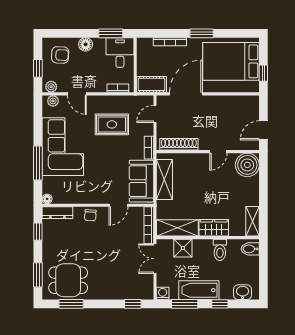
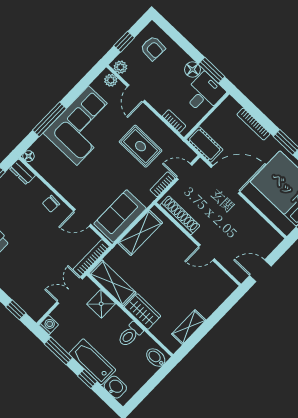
floor lamp: (86, 44) -> (193, 69), moved
bookcase: (149, 148) -> (162, 184), moved
boiler: (247, 165) -> (220, 286), removed
dresser: (57, 213) -> (22, 172), width x0.70
shelving: (252, 221) -> (189, 327), moved
bathtub: (199, 290) -> (92, 362), moved

